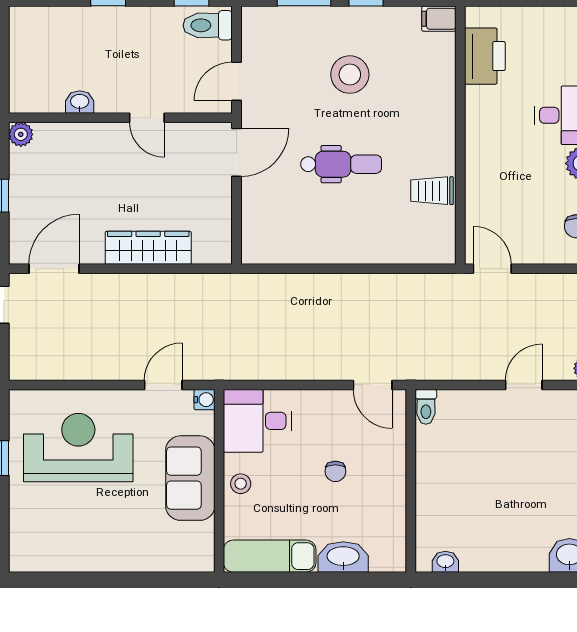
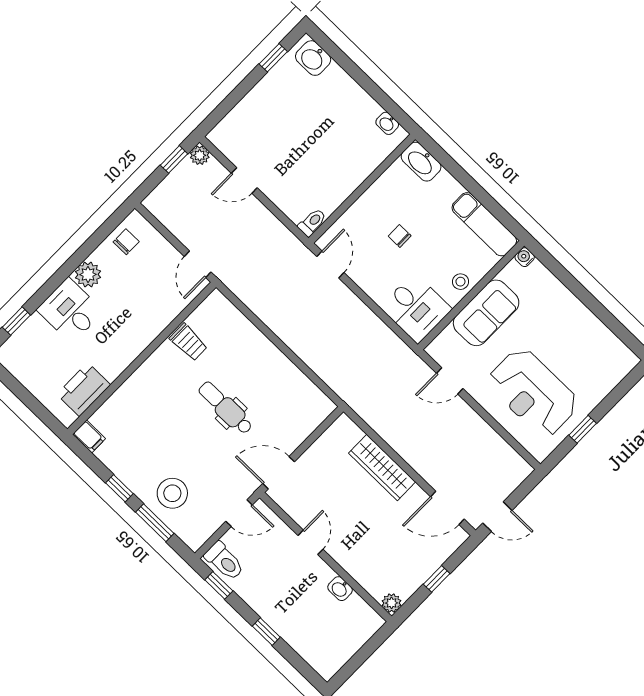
stool: (350, 75) -> (172, 493), moved
water cooler: (204, 400) -> (525, 257), moved
chair: (335, 471) -> (400, 236), turned -90
washbasin: (343, 557) -> (421, 162), moved

